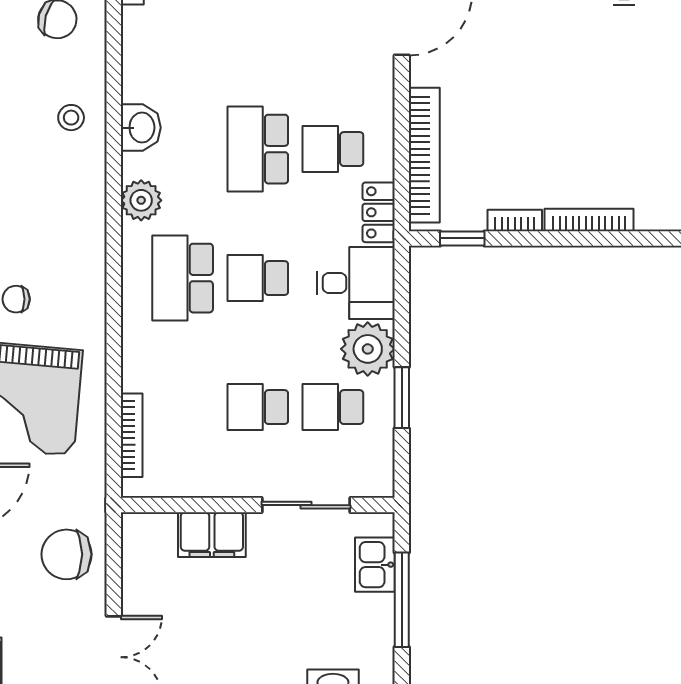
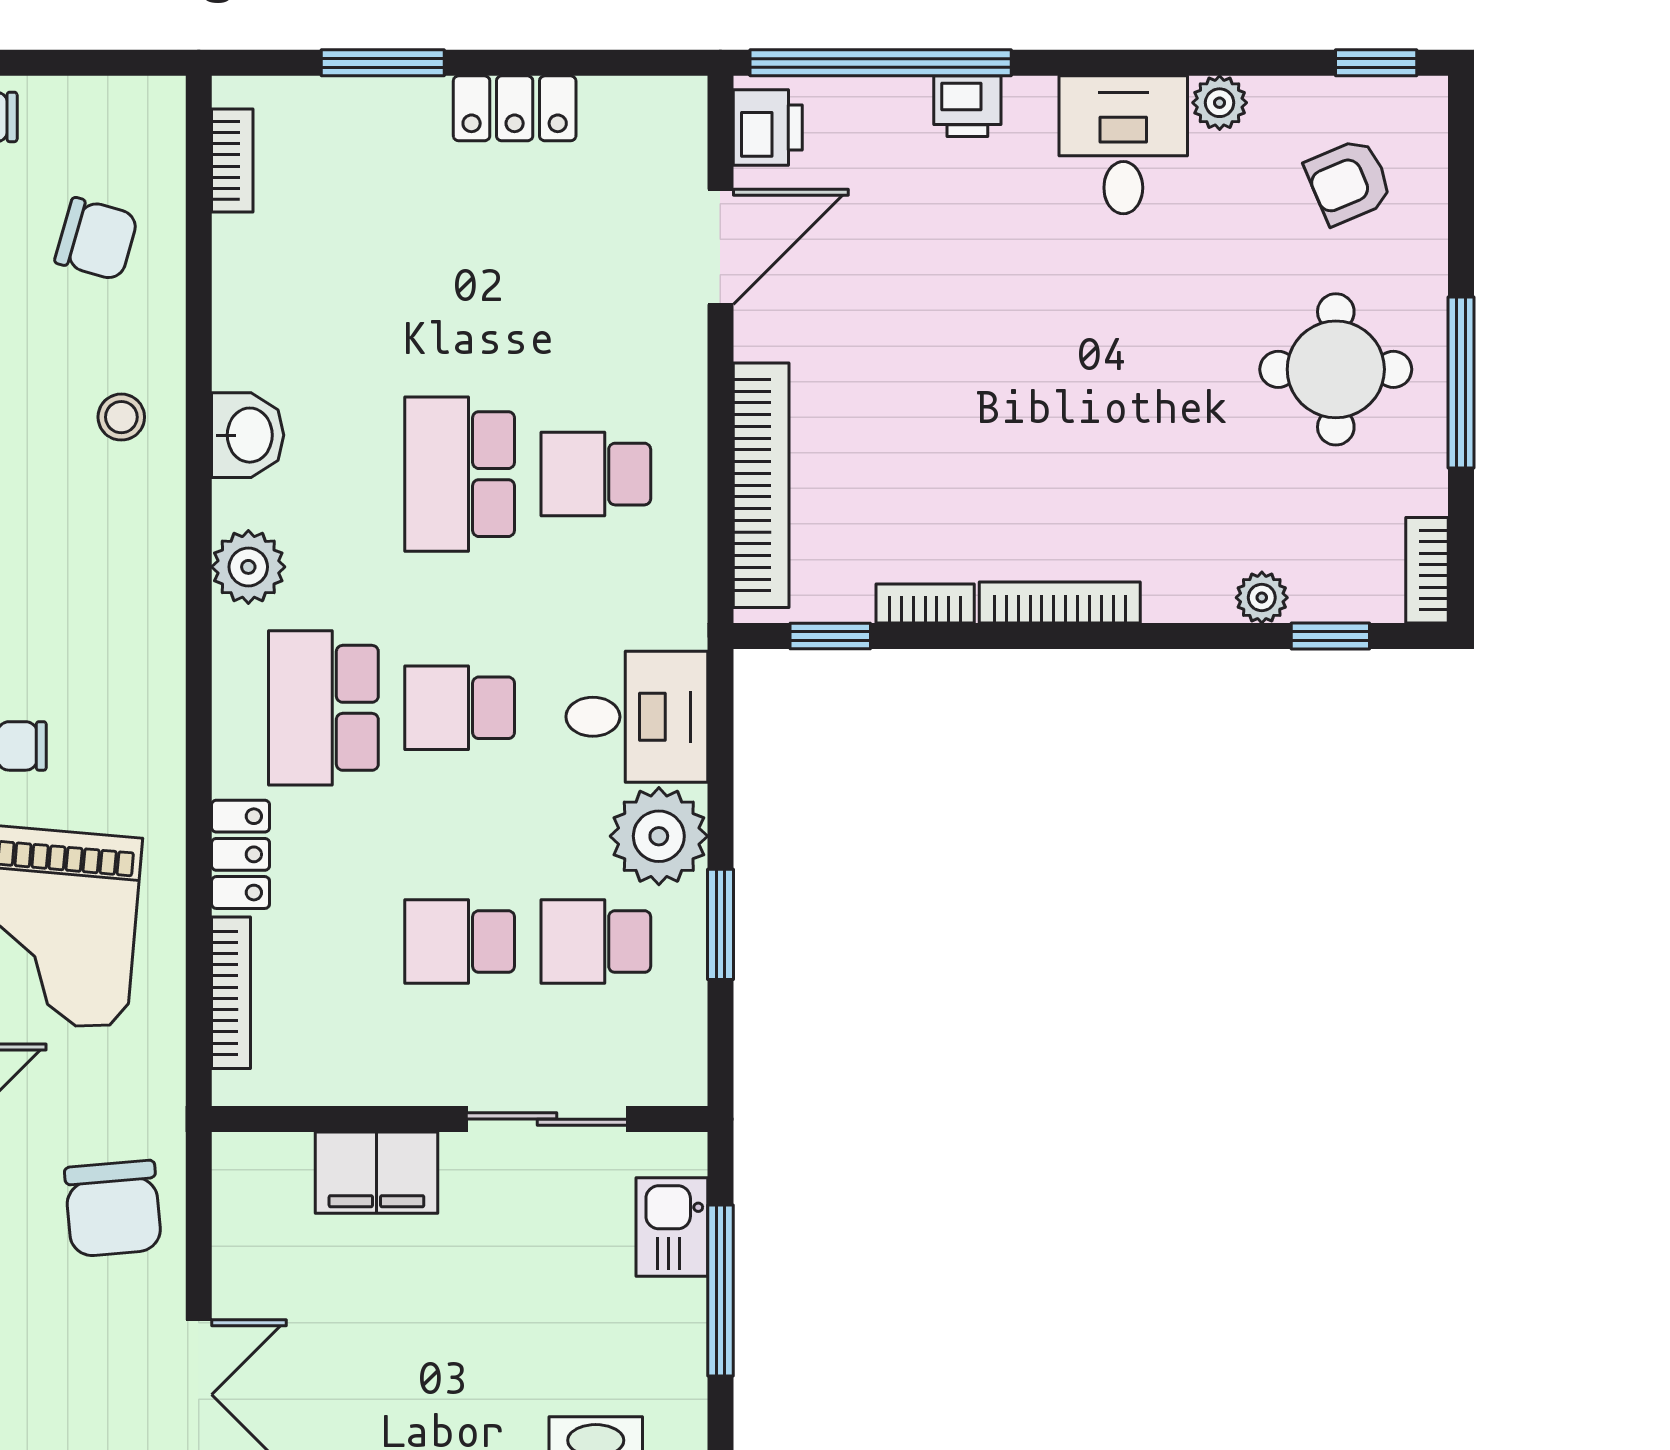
locker: (379, 212) -> (241, 854), moved, turned 180
chair: (66, 554) -> (113, 1209), turned -95

